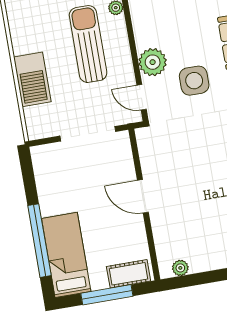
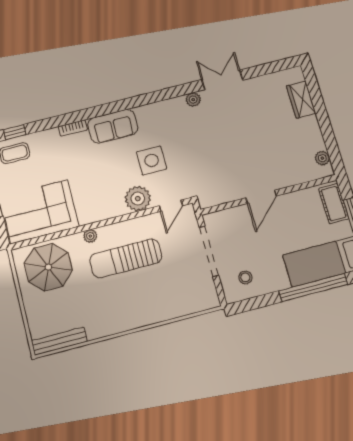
barbecue: (32, 79) -> (163, 307), removed
stool: (57, 170) -> (245, 277), added

